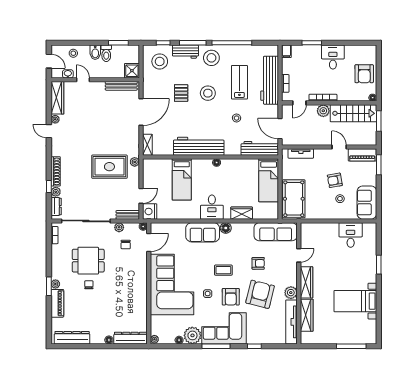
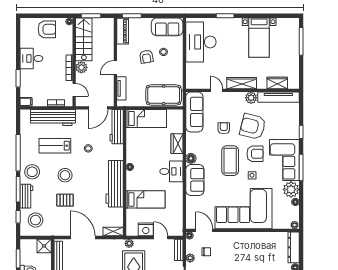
door: (339, 147) -> (115, 67), moved
nightstand: (150, 211) -> (146, 229), moved
desk: (351, 235) -> (201, 42), width x1.87, depth x1.30
coffee table: (223, 270) -> (230, 161), width x1.86, depth x1.72
wardrobe: (307, 315) -> (277, 83), width x0.67

